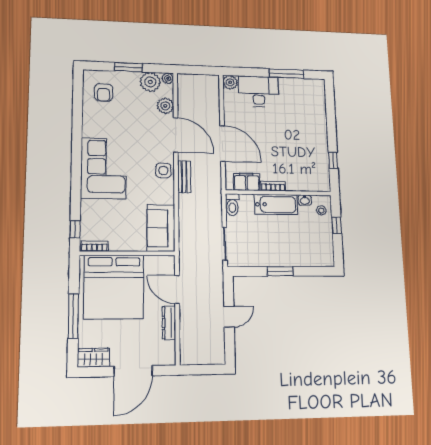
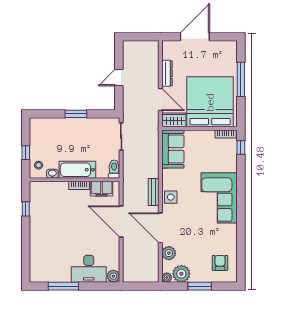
wardrobe: (93, 358) -> (174, 120), moved, turned 180

